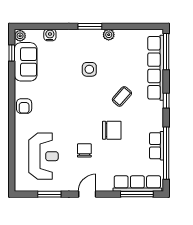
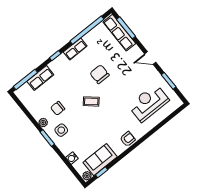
row of seats: (156, 68) -> (40, 78), width x0.50
side table: (89, 69) -> (61, 130), moved
coffee table: (122, 96) -> (91, 101), moved
row of seats: (157, 146) -> (75, 49), moved
chair: (84, 150) -> (58, 108), moved

